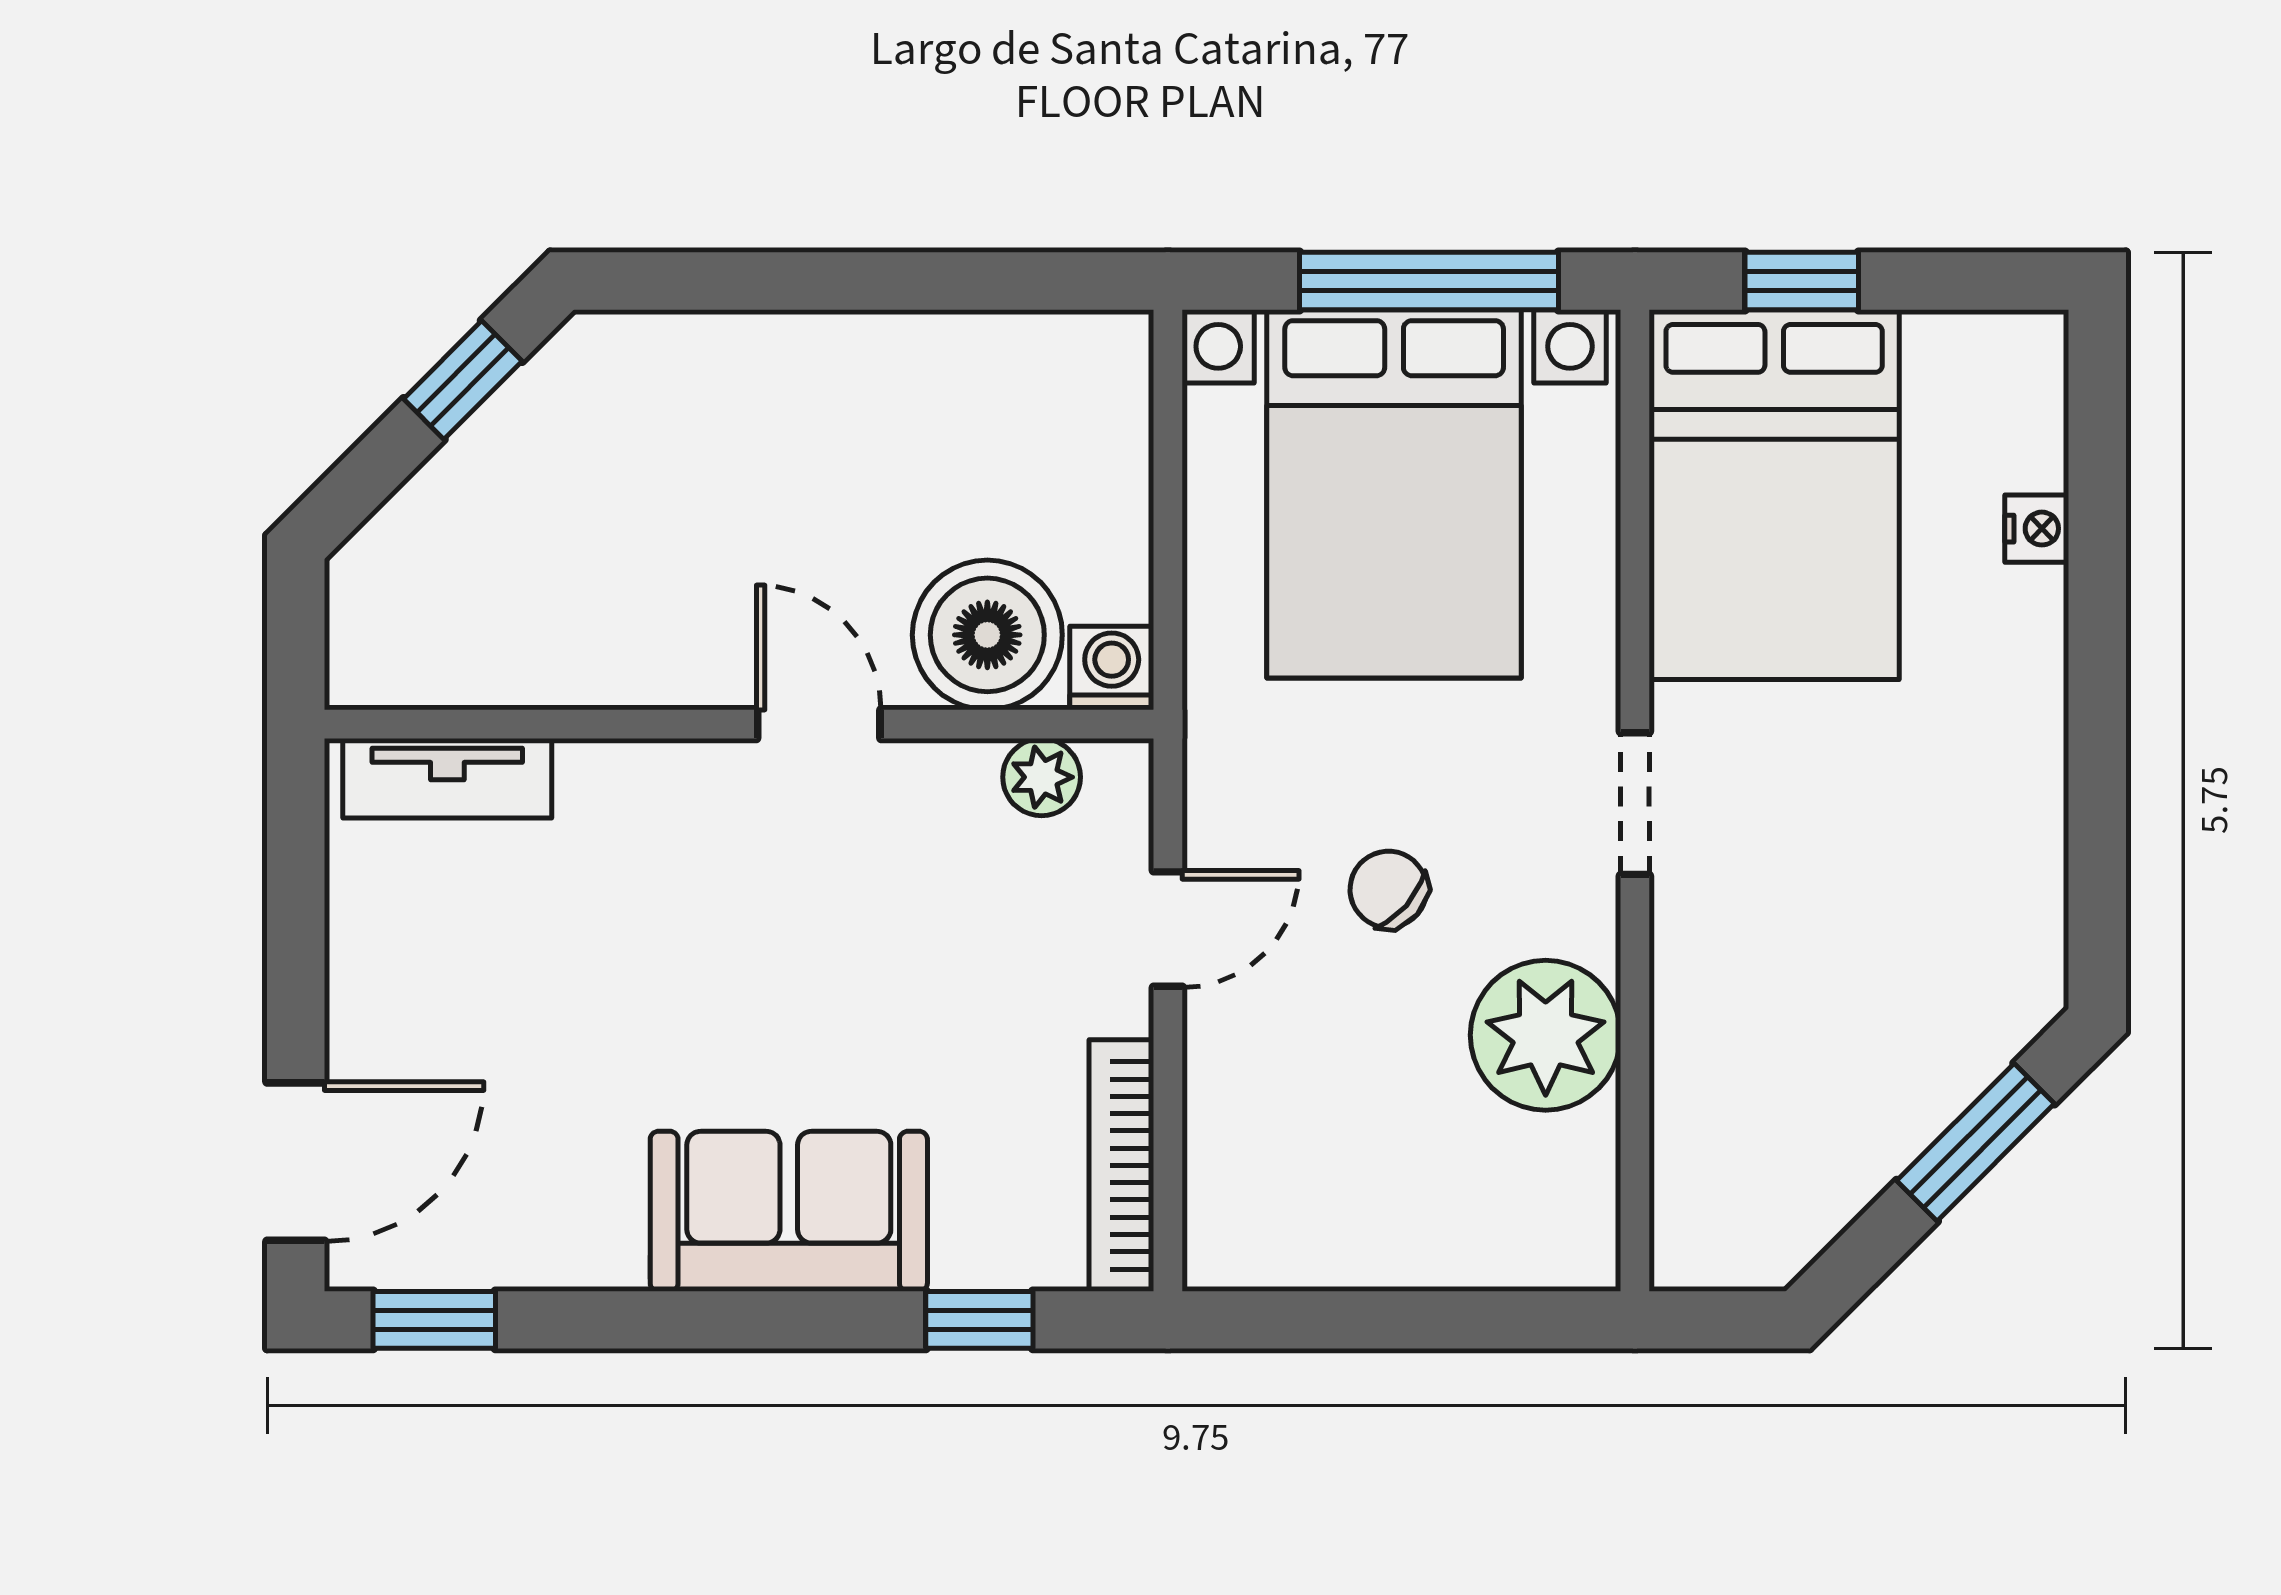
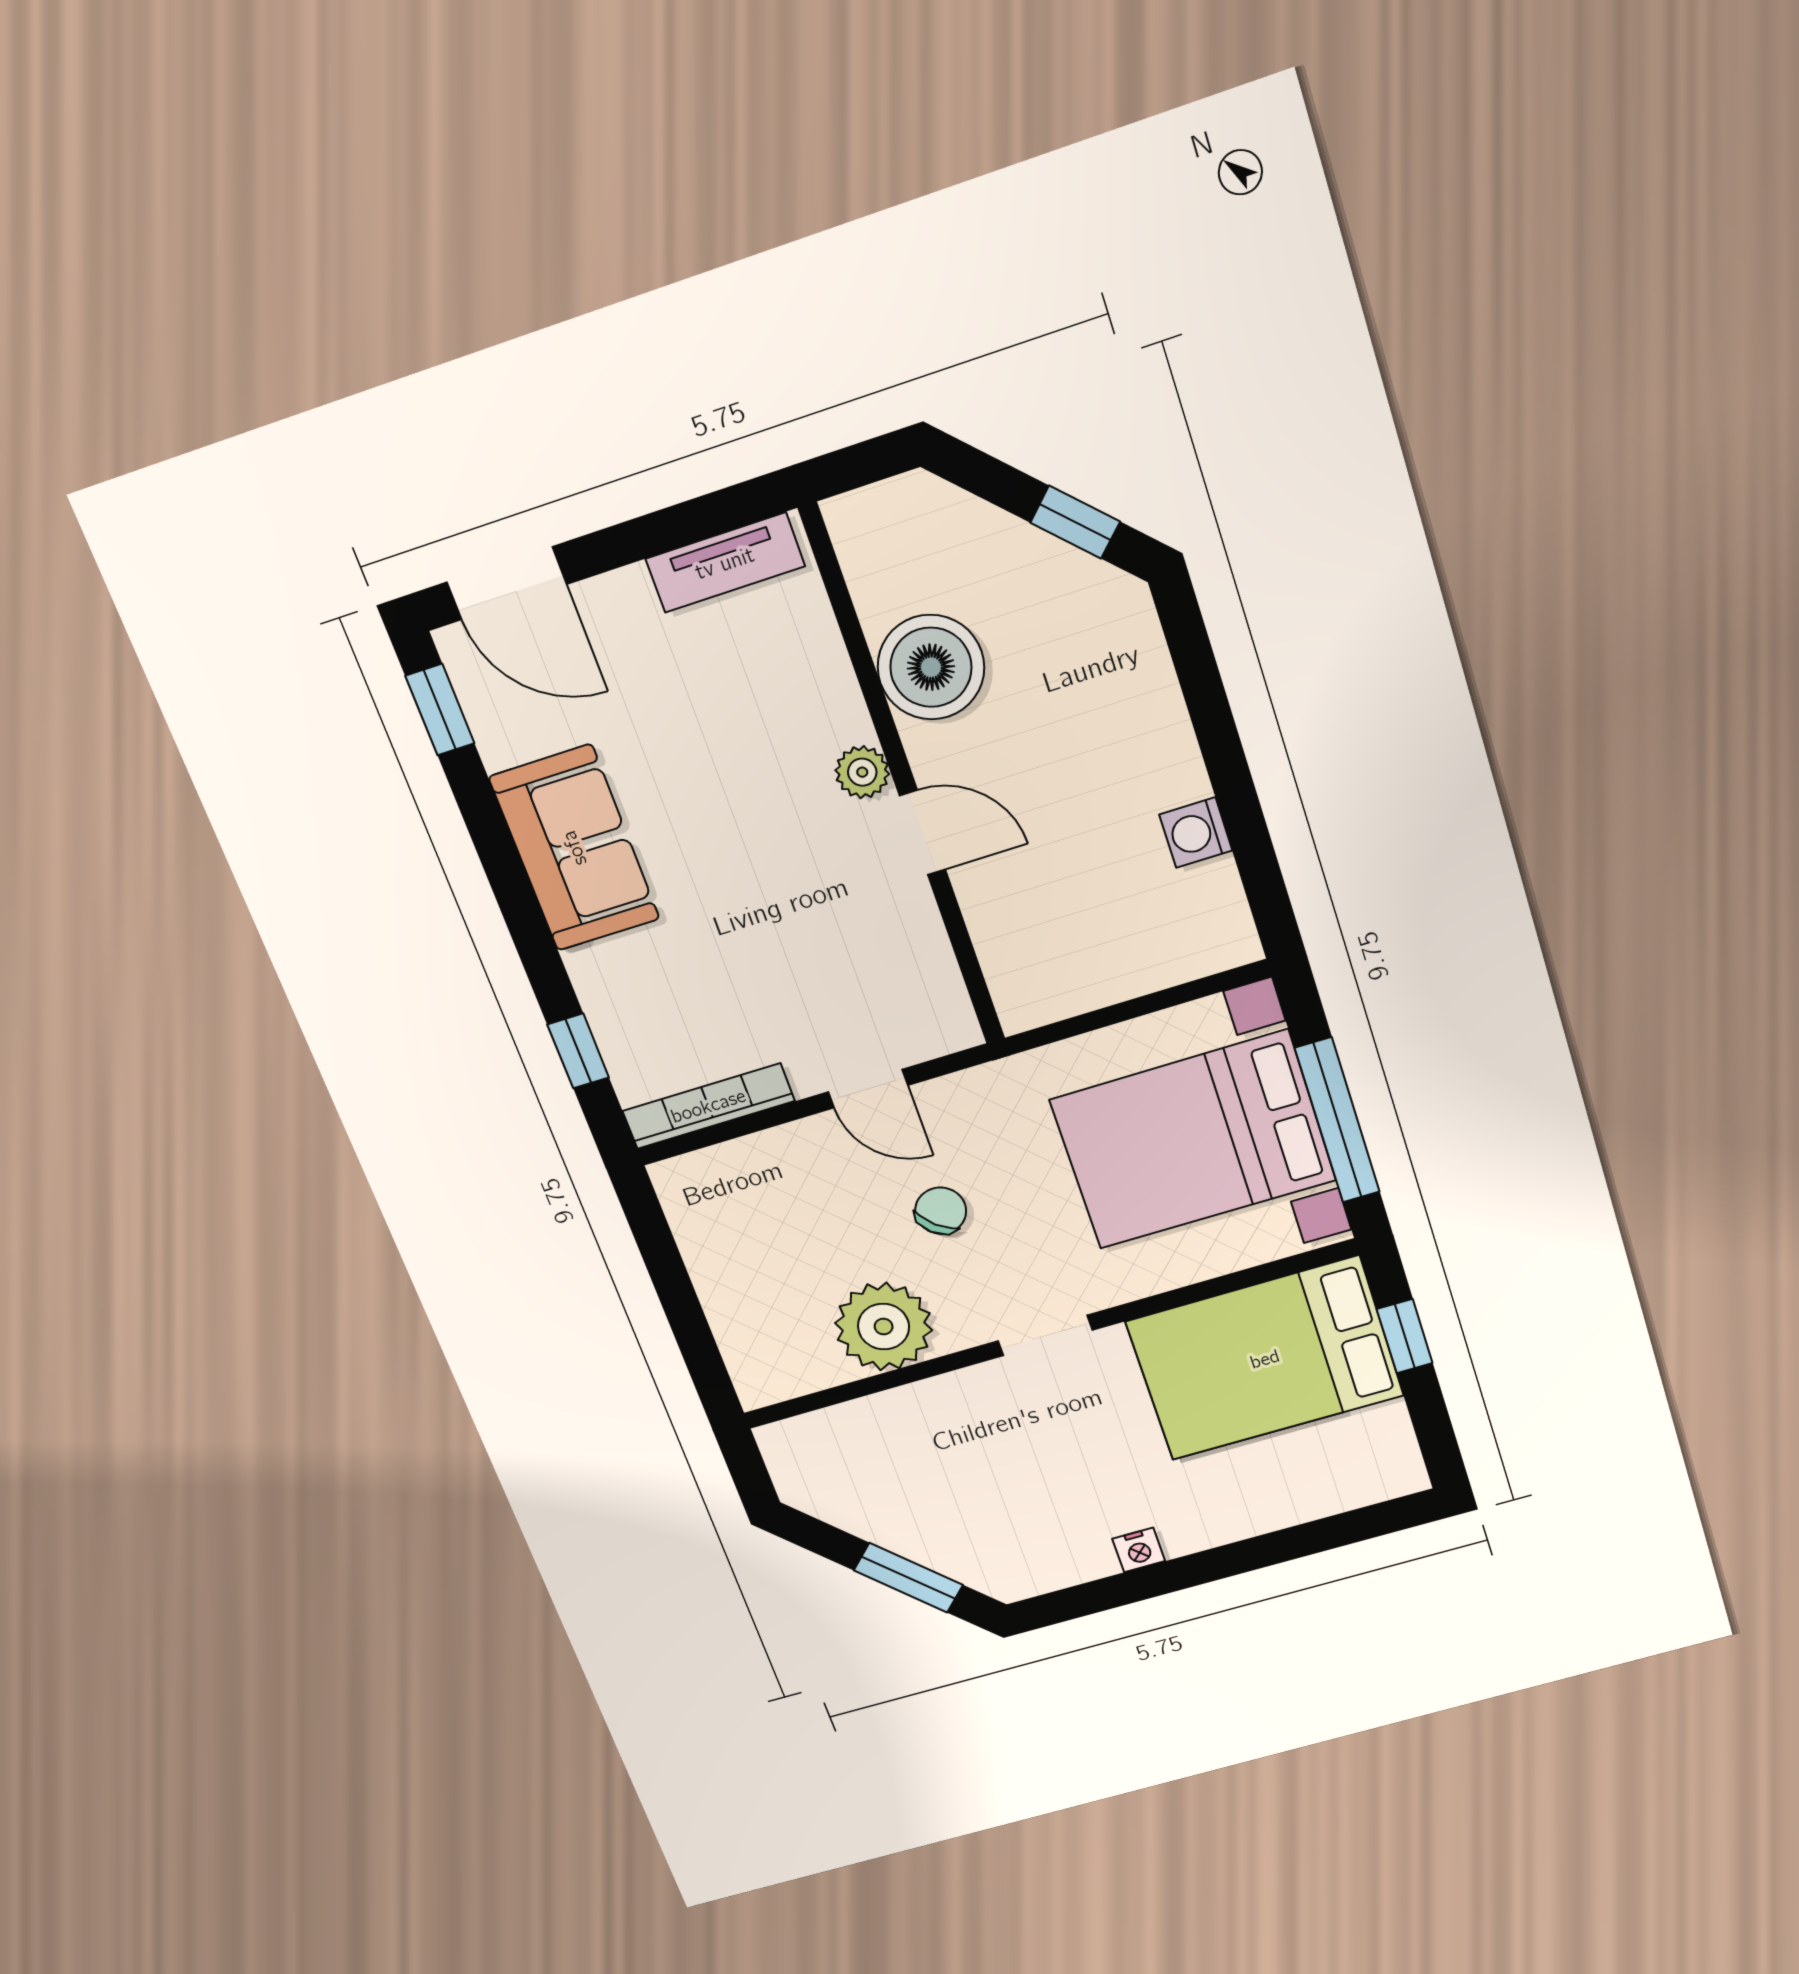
nightstand: (2037, 529) -> (1139, 1550), moved
boiler: (987, 635) -> (931, 667), moved
washing machine: (1112, 668) -> (1196, 833), moved, turned 180
door: (819, 724) -> (922, 833), hinge flipped
plant: (1042, 777) -> (862, 772), moved
tv unit: (447, 778) -> (725, 563), moved, turned -90
sofa: (789, 1211) -> (574, 848), moved

